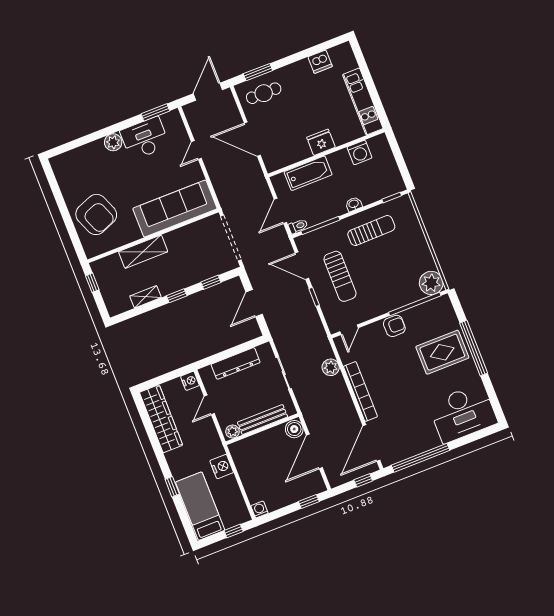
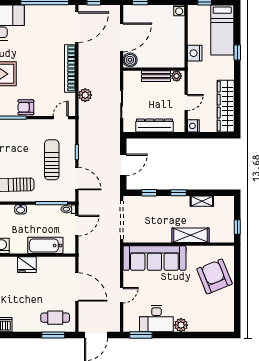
bench: (263, 420) -> (156, 76), width x0.73

